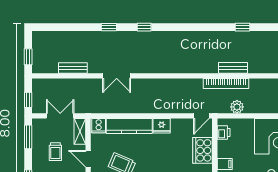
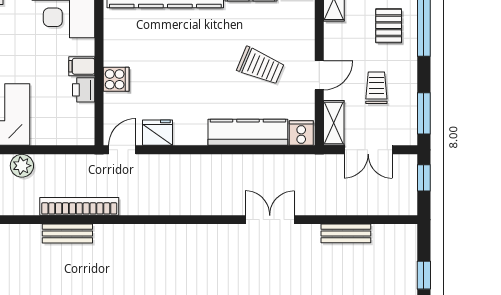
window: (28, 57) -> (424, 275), moved
plant: (237, 107) -> (22, 166), moved
fridge: (162, 126) -> (158, 133), moved
printer: (224, 132) -> (84, 90), moved
cooker: (203, 150) -> (116, 79), width x0.53, depth x0.76
door: (88, 159) -> (319, 75), hinge flipped

